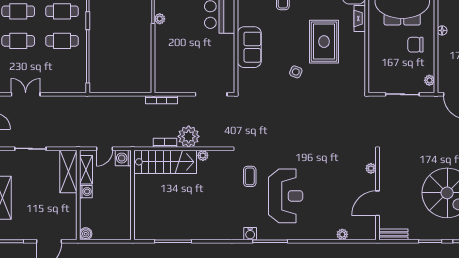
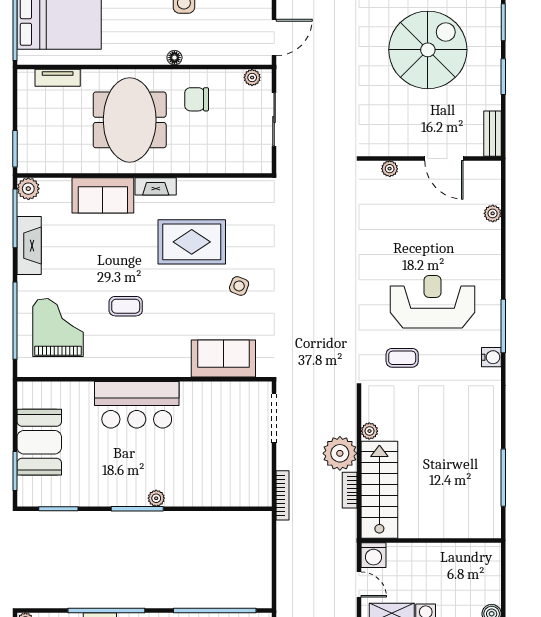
chair: (415, 45) -> (197, 99), turned 90
sofa: (249, 47) -> (223, 359), moved

